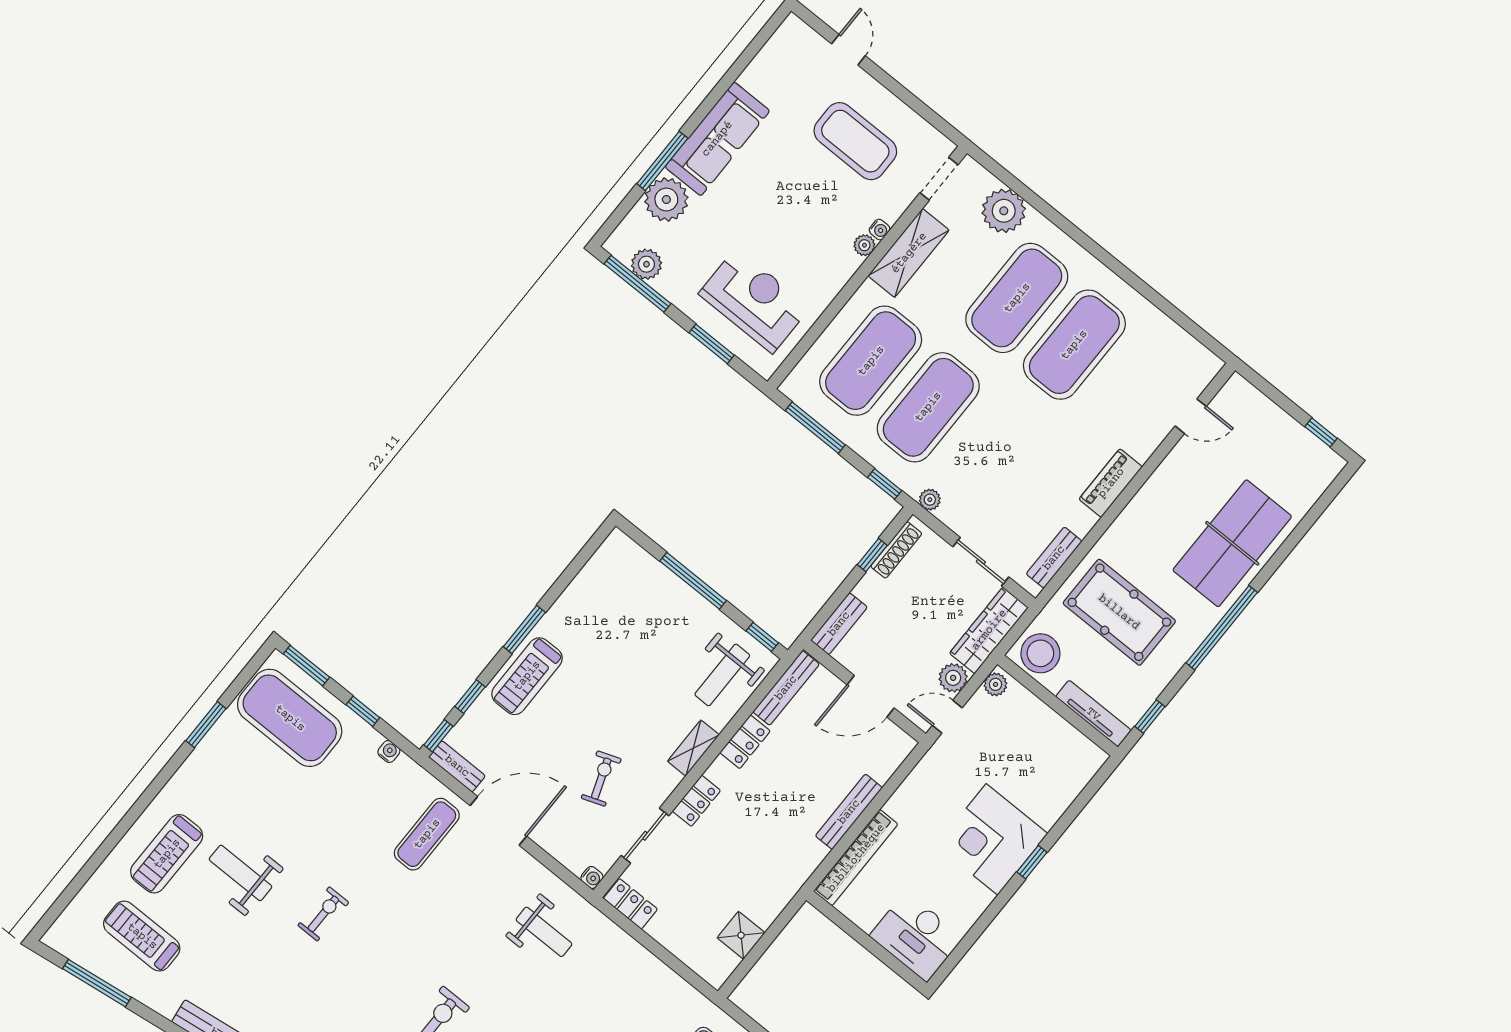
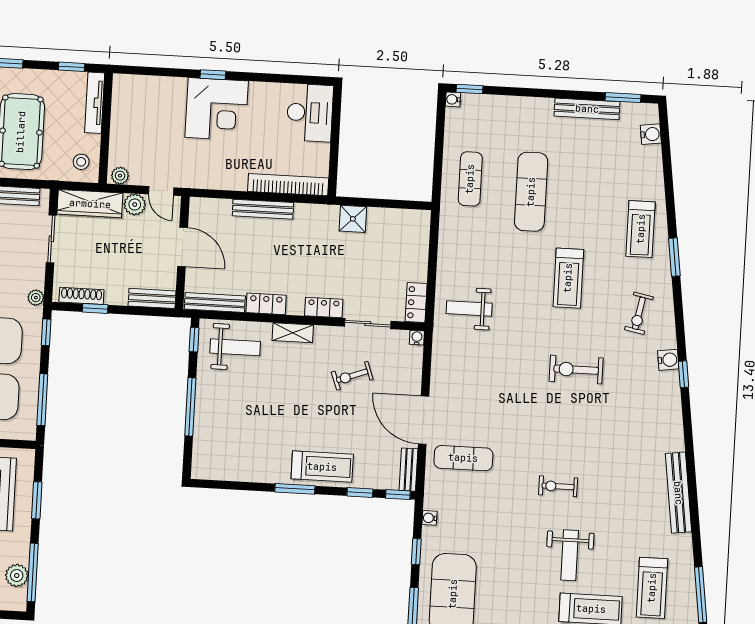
stool: (1040, 653) -> (81, 162), width x0.53, depth x0.53
weight bench: (544, 932) -> (469, 308), moved, turned -90
shower: (741, 935) -> (353, 219), moved

